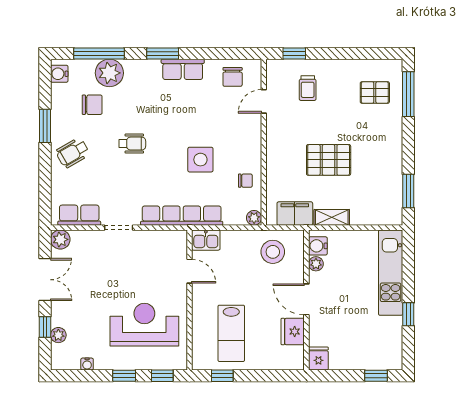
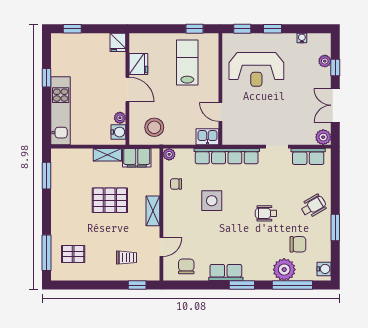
trolley: (308, 88) -> (127, 258), turned 90
chair: (92, 105) -> (298, 244), turned 180
shelving: (274, 147) -> (153, 211), added

